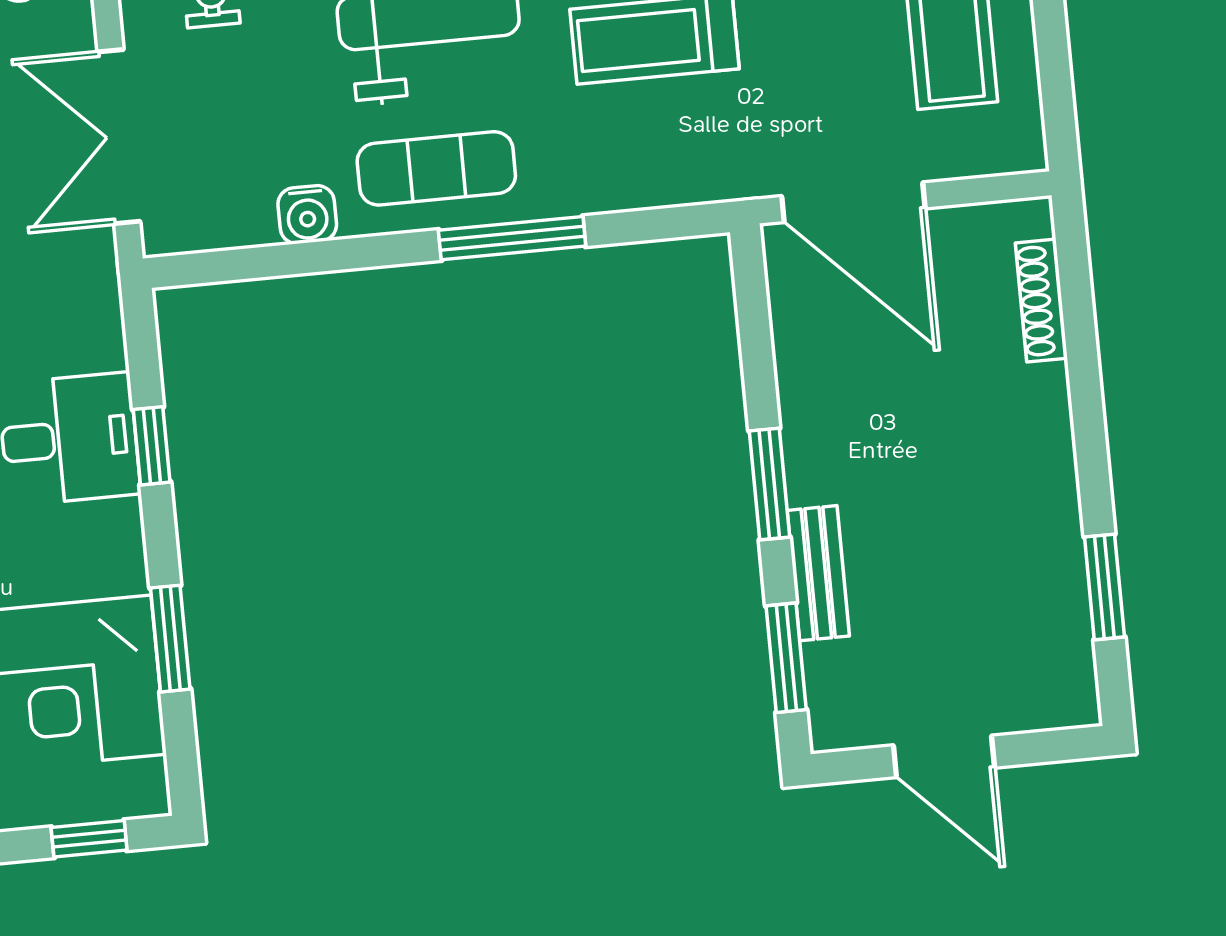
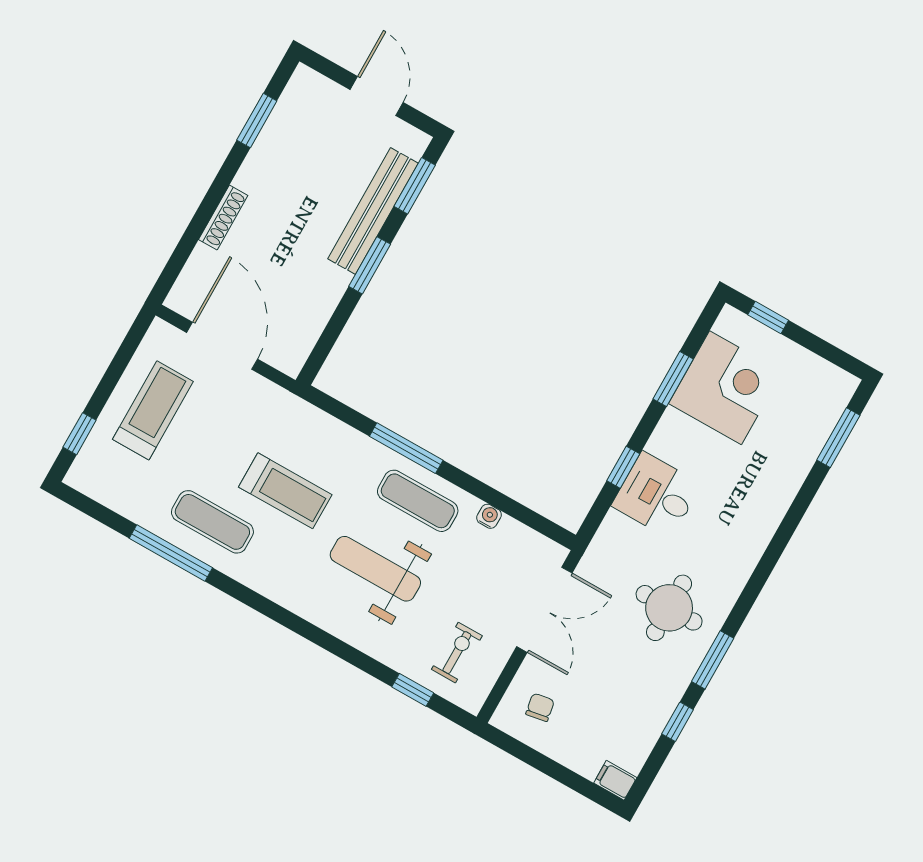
door: (853, 202) -> (222, 346), moved
water cooler: (307, 215) -> (489, 516), width x0.72, depth x0.72
shoe rack: (1041, 301) -> (223, 217), moved
bench: (818, 573) -> (373, 211), width x1.86, depth x1.21

